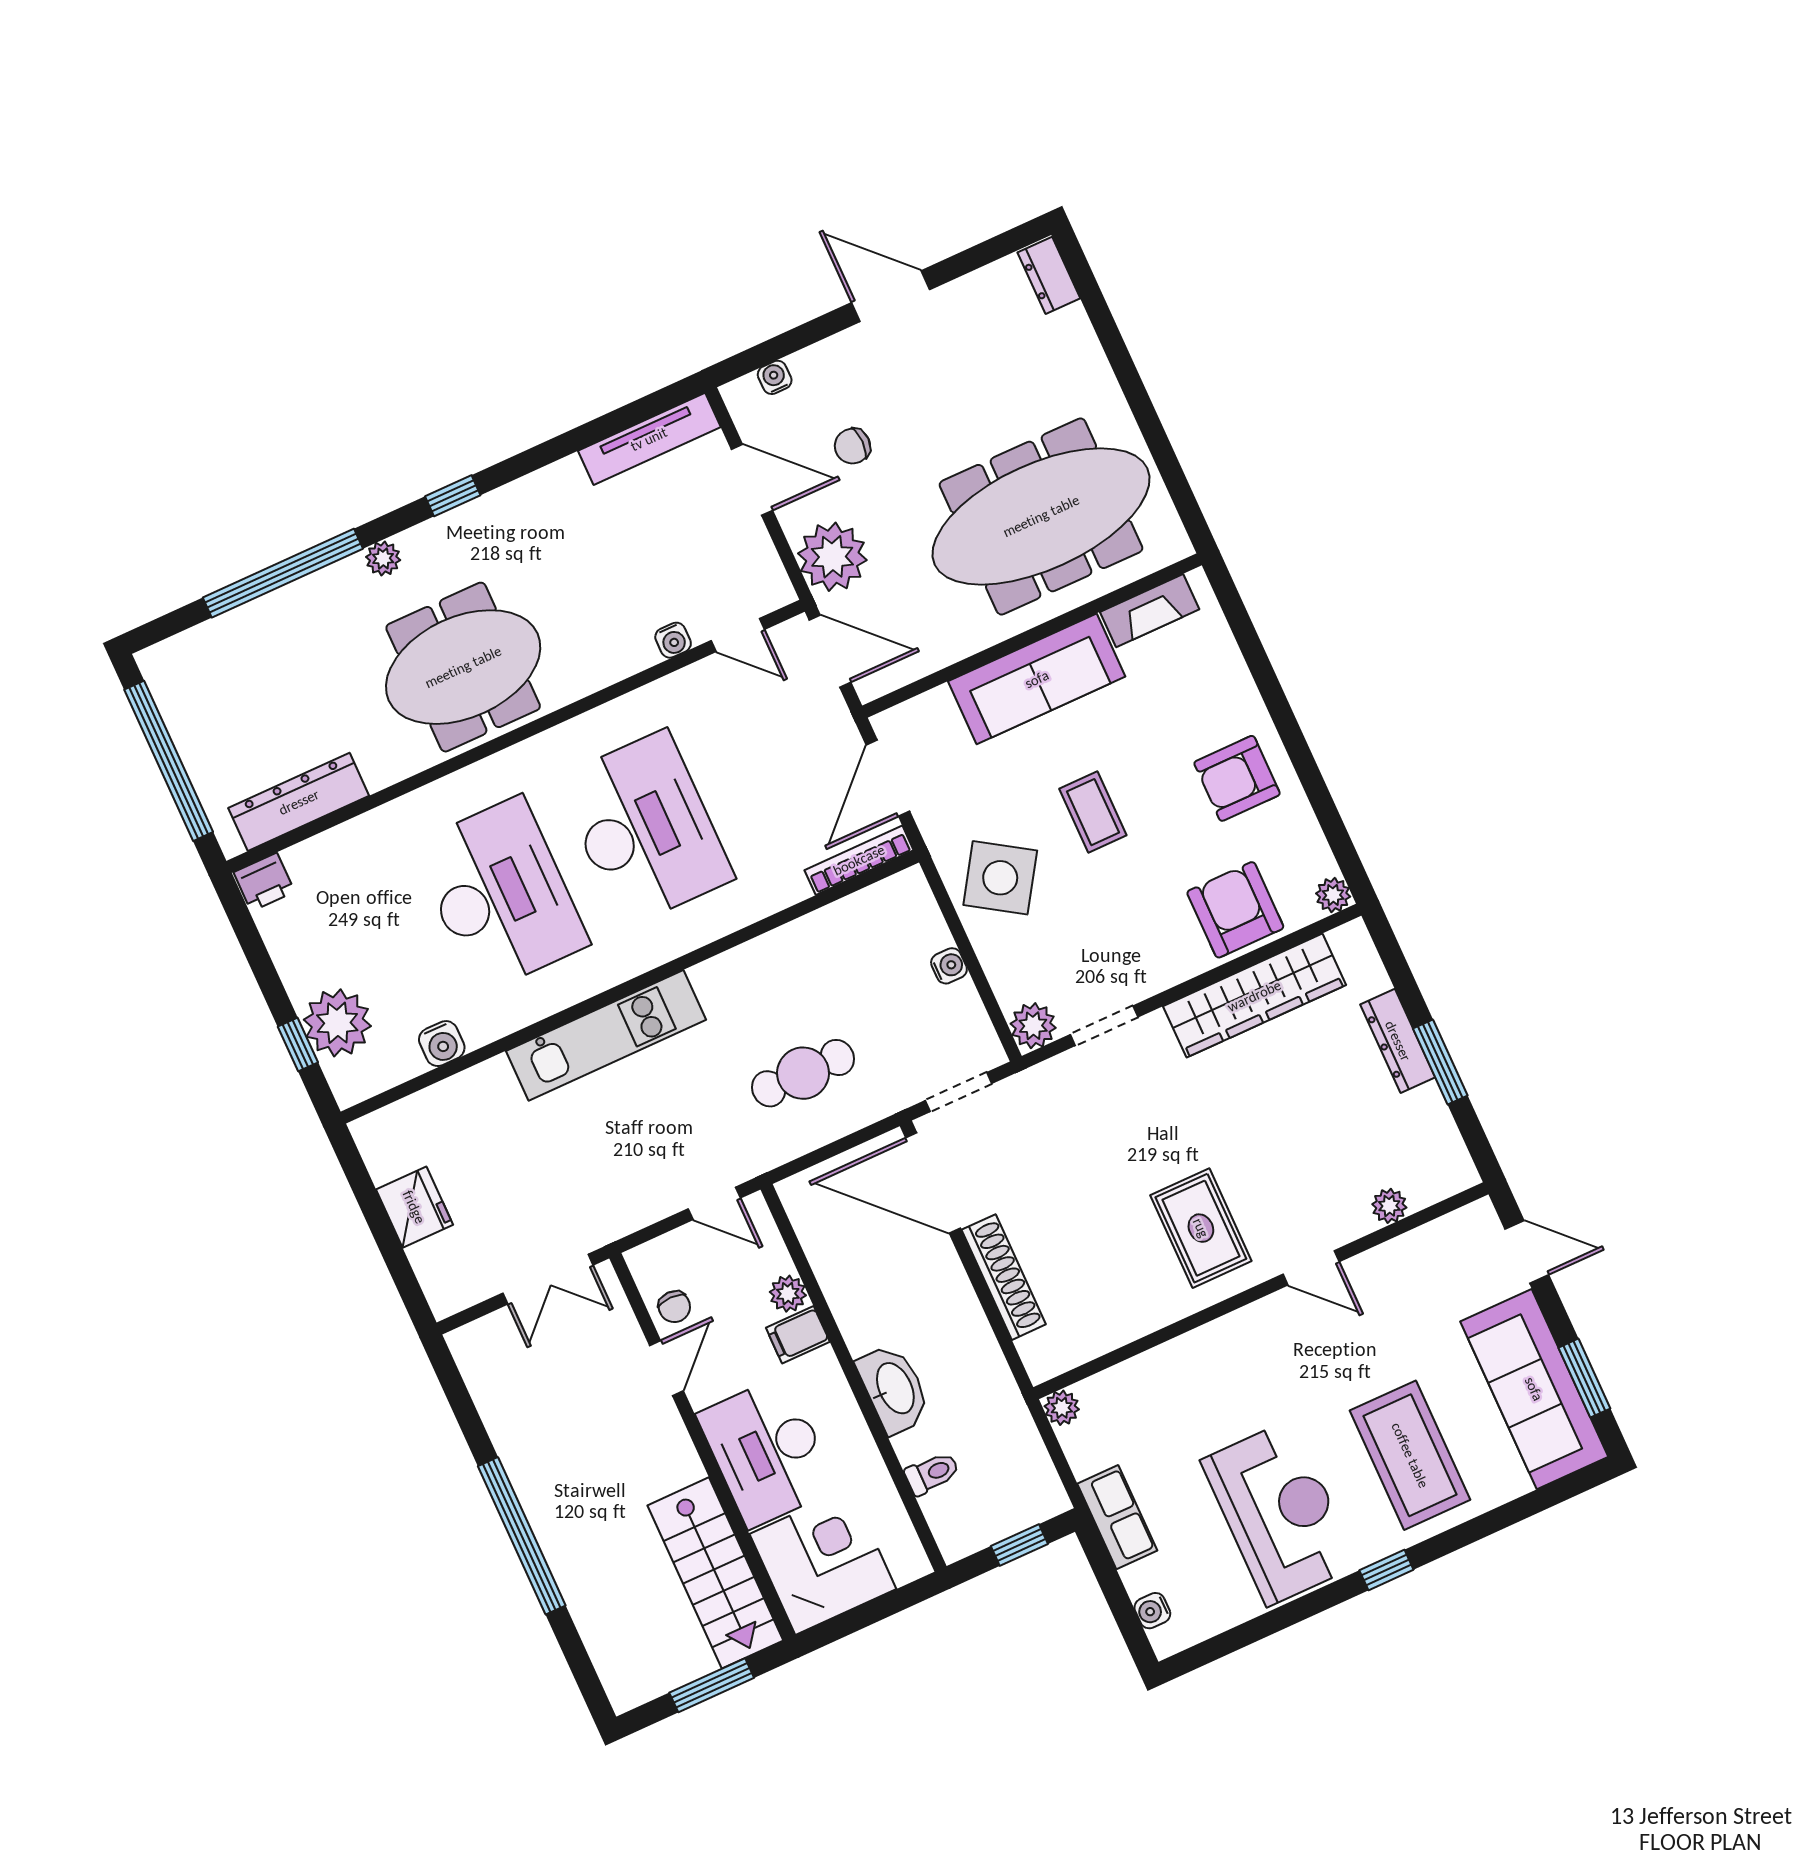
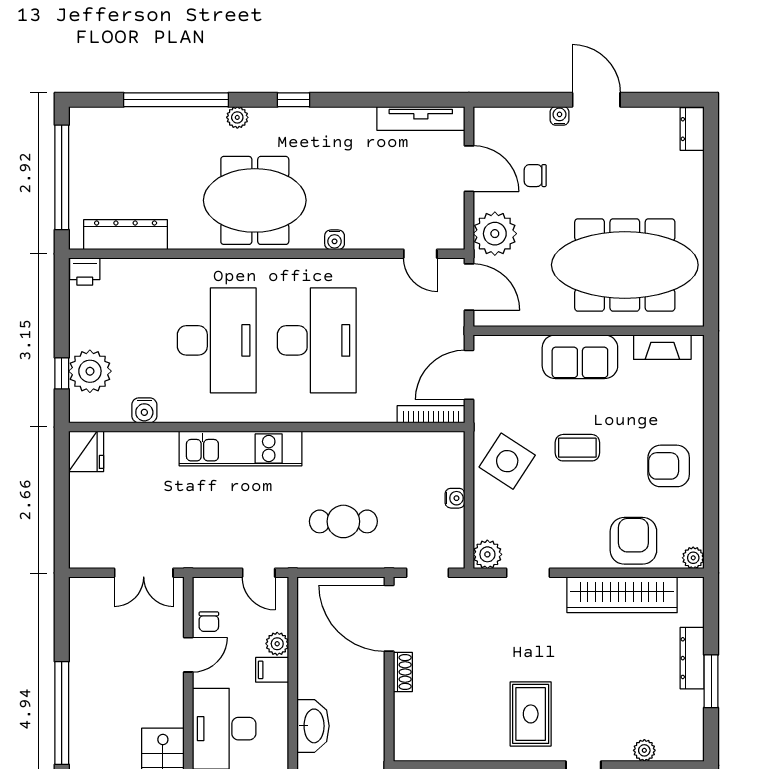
water cooler: (775, 377) -> (559, 116), moved
water cooler: (673, 640) -> (335, 240), moved
sofa: (1037, 679) -> (580, 357), width x0.73
coffee table: (1093, 812) -> (577, 448), turned 90
fridge: (414, 1207) -> (86, 451), moved
shoe rack: (1004, 1277) -> (403, 672), width x0.51, depth x0.81

